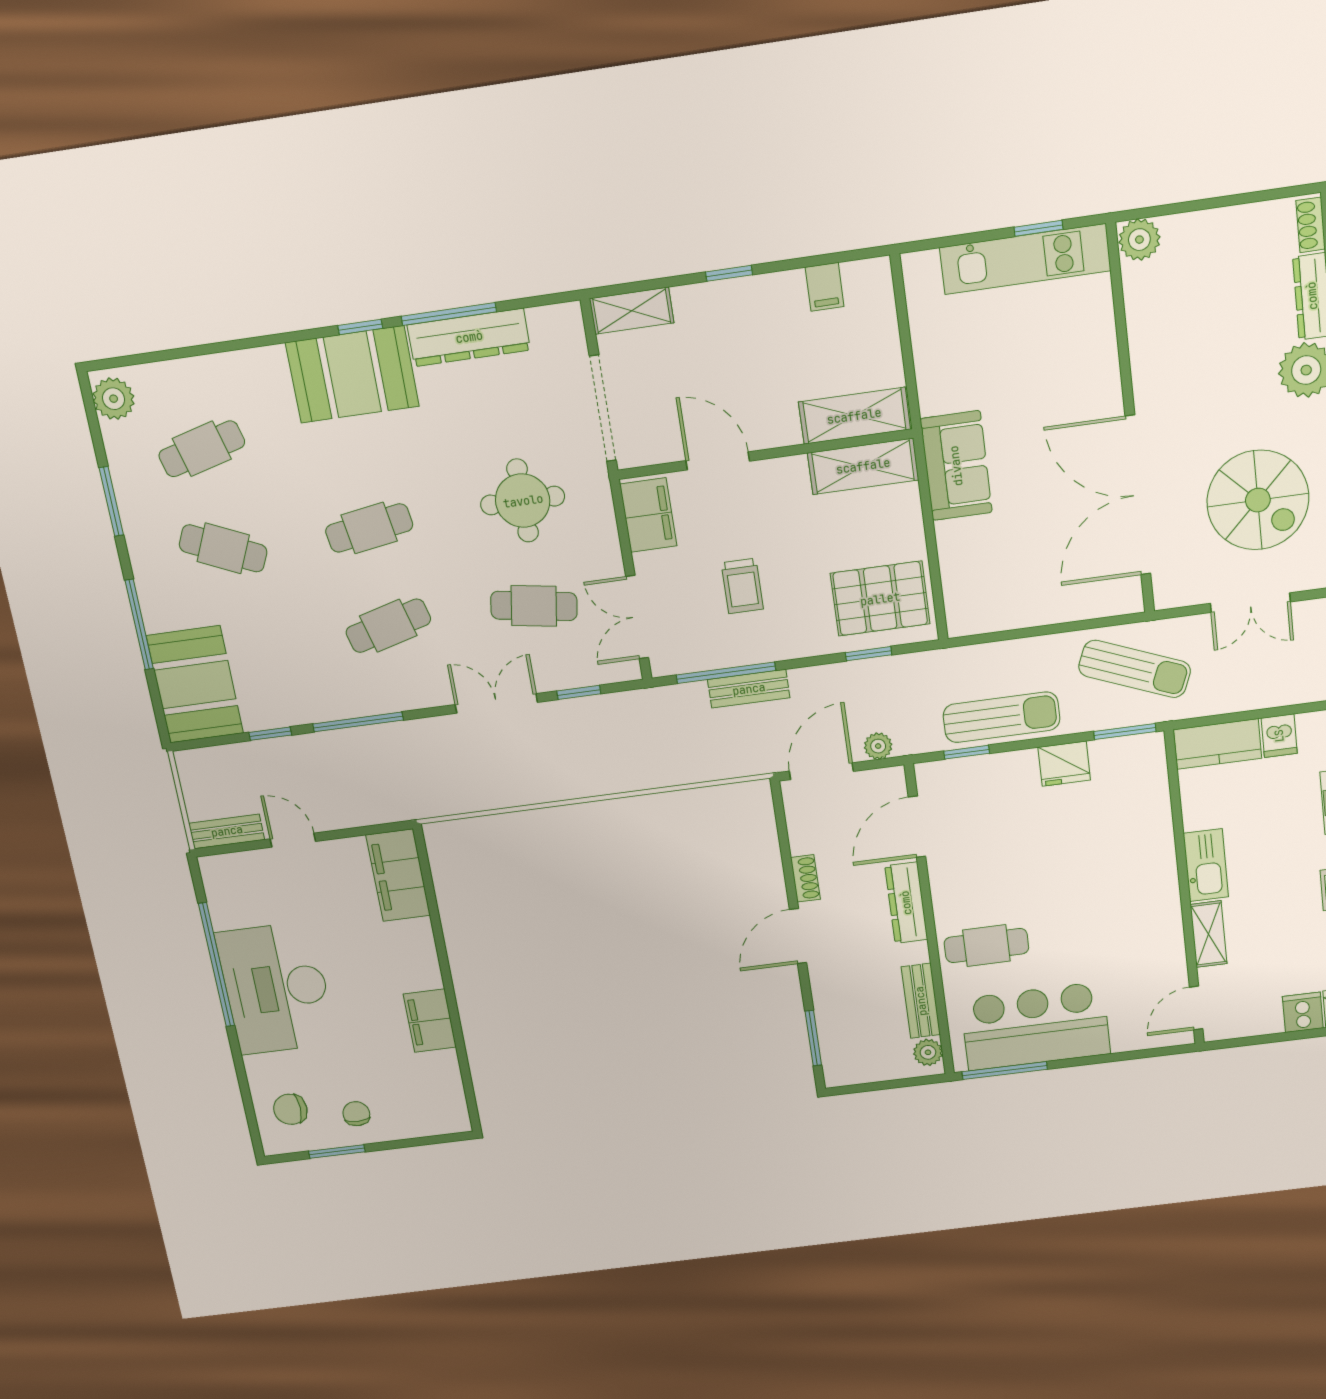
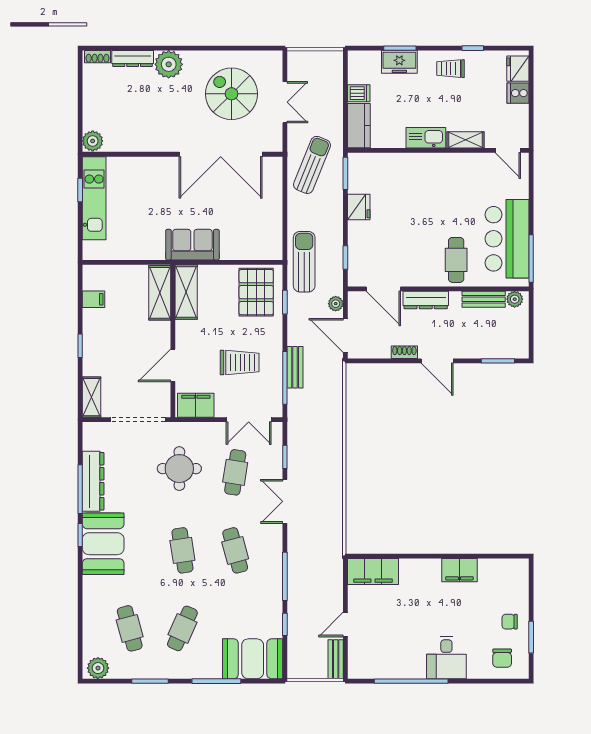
spiral stairs: (1258, 500) -> (232, 94), turned -90
trolley: (742, 586) -> (240, 363), width x1.36, depth x1.39
sun lounger: (1001, 717) -> (304, 262), moved
desk: (276, 988) -> (446, 658), width x0.53, depth x0.77

